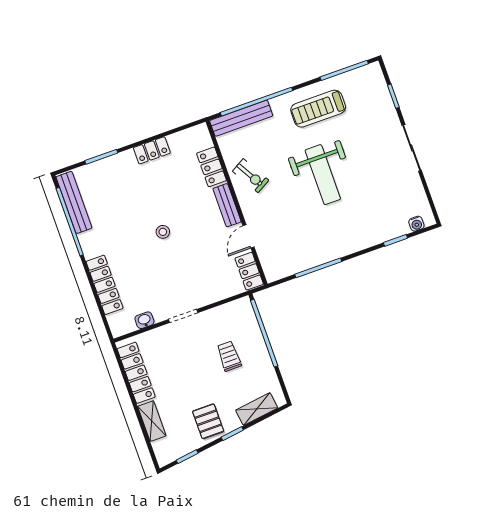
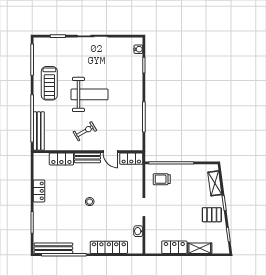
exercise bike: (251, 176) -> (85, 131), moved
trolley: (229, 356) -> (162, 179), moved
locker: (136, 373) -> (174, 247), width x0.66

